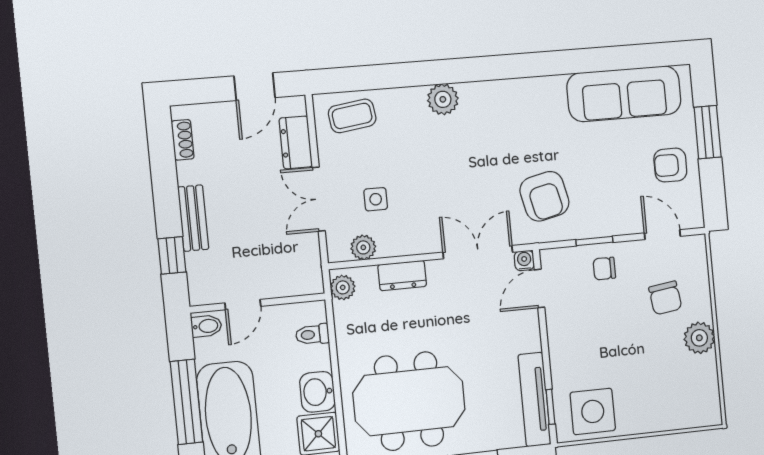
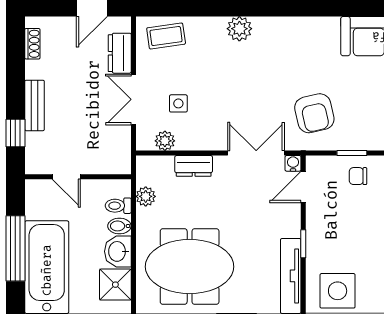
plant: (343, 287) -> (146, 196), moved
door: (243, 305) -> (66, 177), hinge flipped
bidet: (206, 326) -> (119, 226), moved, turned 180
window: (550, 407) -> (303, 244), moved

